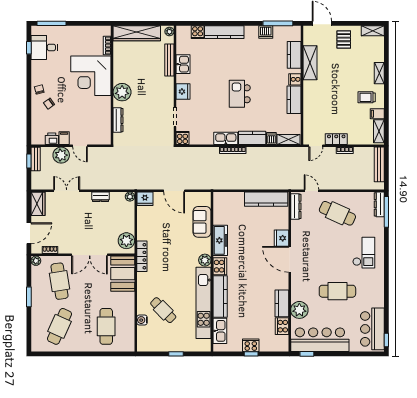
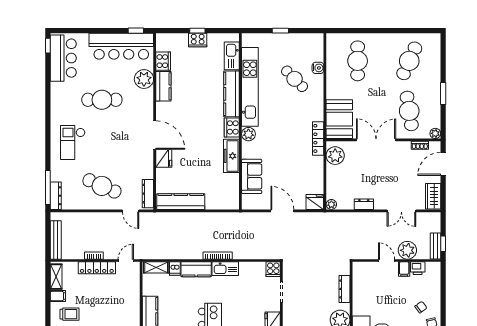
locker: (336, 139) -> (97, 268), width x1.53

